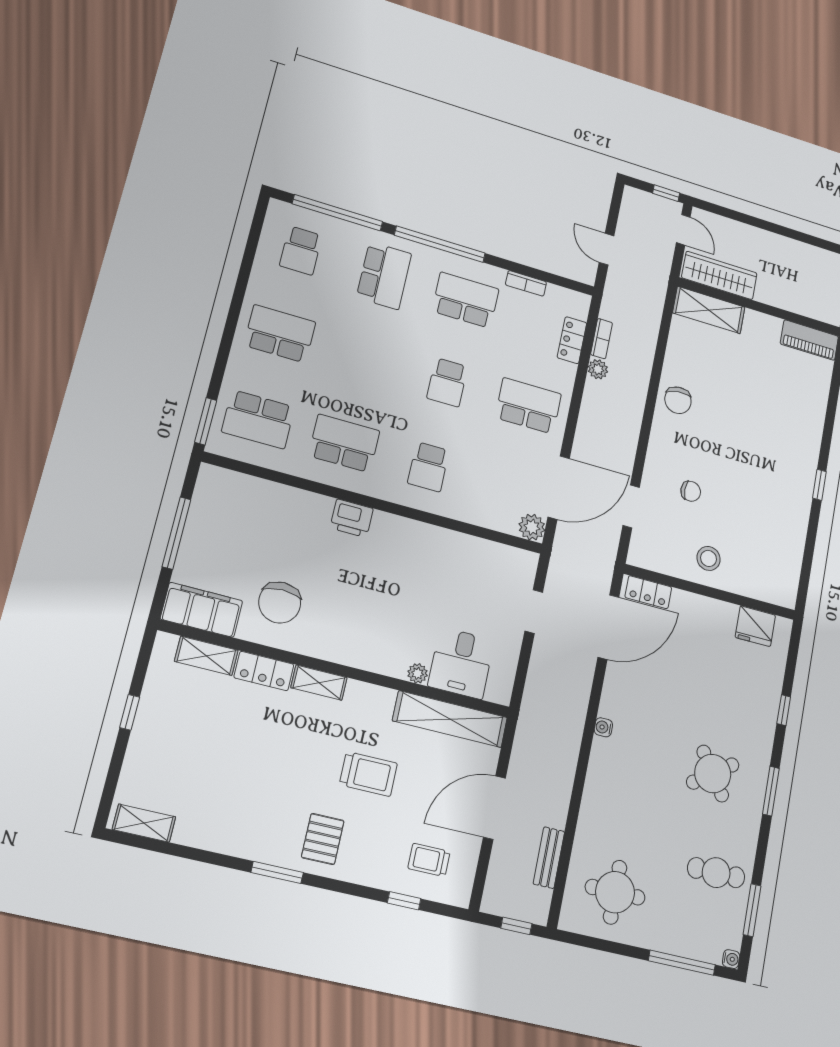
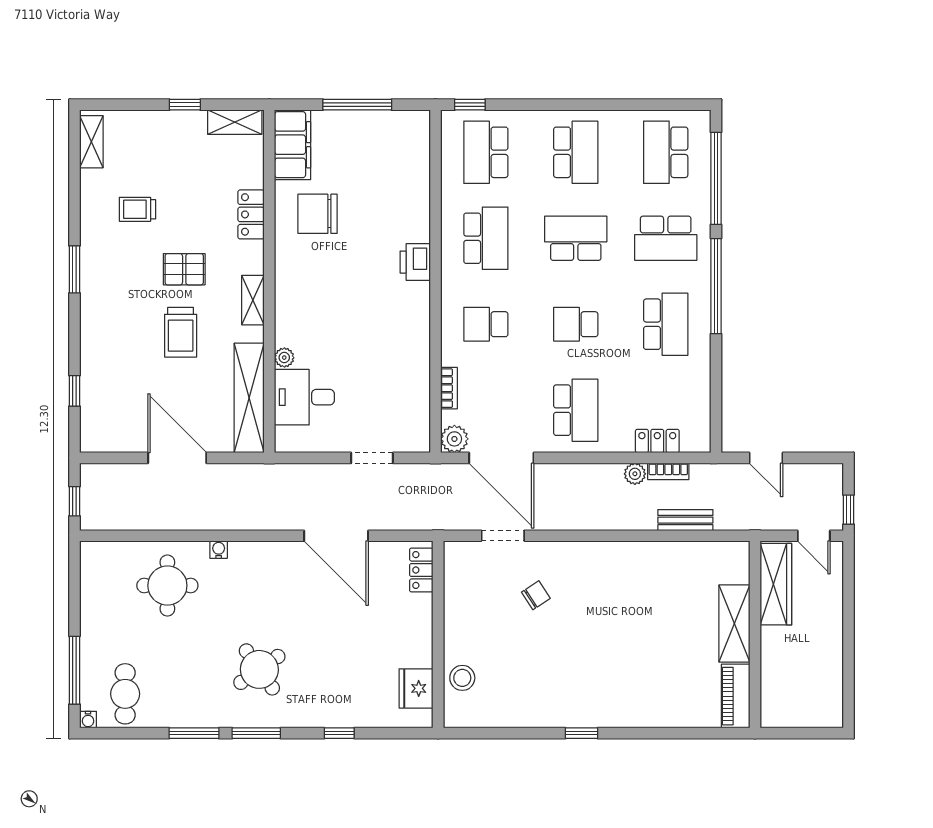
door: (683, 230) -> (814, 536), hinge flipped
door: (607, 249) -> (766, 458), swing flipped
school desk: (301, 251) -> (666, 152), width x1.85
bookcase: (526, 283) -> (449, 388), moved, turned 180
shelving: (709, 310) -> (734, 624), moved
school desk: (364, 358) -> (576, 238), added
chair: (678, 400) -> (627, 564), removed
window: (206, 421) -> (470, 105), width x0.67
chair: (691, 491) -> (536, 595), turned -123
stool: (709, 558) -> (462, 678), moved
door: (608, 627) -> (336, 536), moved
shelving: (206, 656) -> (235, 122), moved, turned 90
shelving: (319, 683) -> (253, 300), moved
water cooler: (603, 727) -> (219, 550), moved
pallet: (323, 839) -> (184, 269), moved
bench: (549, 858) -> (685, 520), moved
trolley: (429, 860) -> (137, 209), moved, turned -90
cafe table: (716, 873) -> (125, 694), moved
round table: (615, 892) -> (167, 586), moved
window: (752, 910) -> (194, 733), moved

